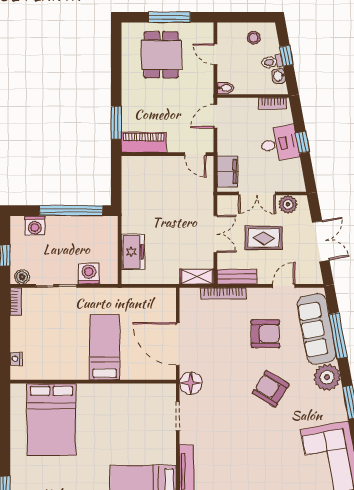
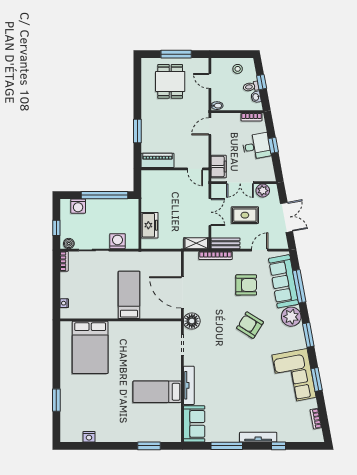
piano: (144, 142) -> (157, 160), moved
wall: (168, 154) -> (175, 169), moved
door: (195, 154) -> (195, 169), moved

